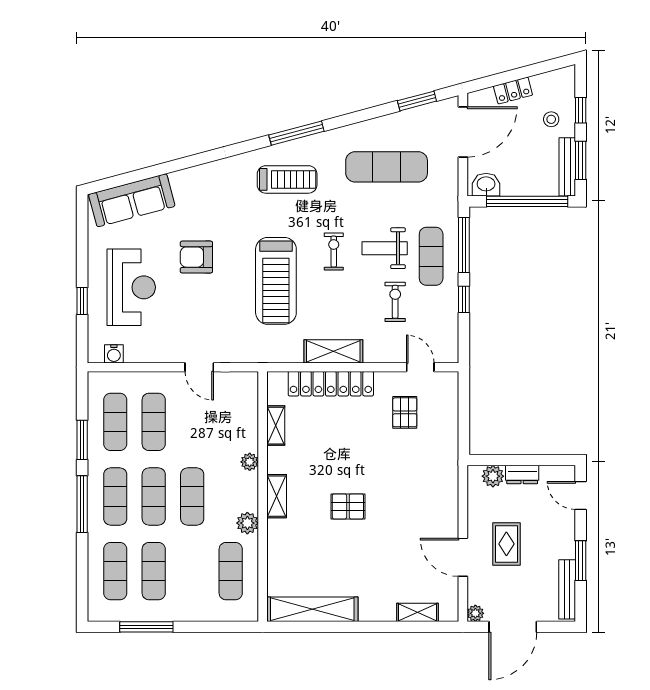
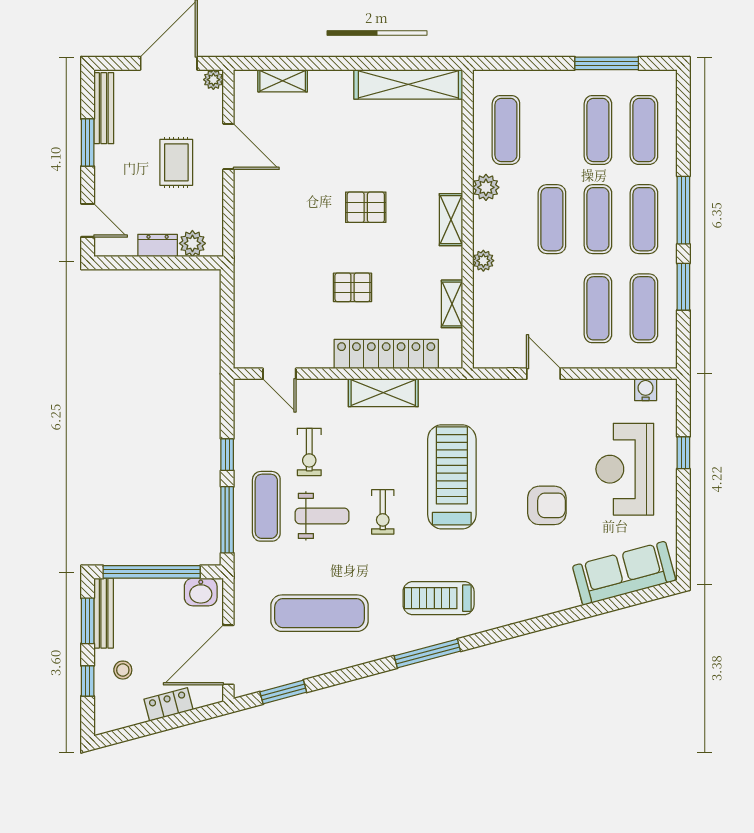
pallet: (405, 412) -> (352, 287), moved, turned 90

